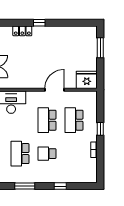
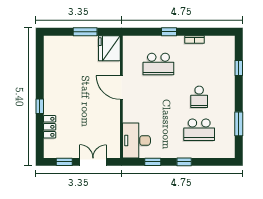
window: (100, 48) -> (85, 32), moved
school desk: (47, 120) -> (158, 97), removed
window: (60, 186) -> (239, 68), moved

